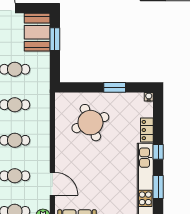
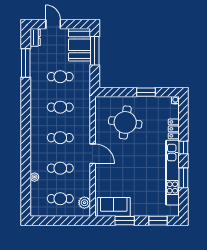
window: (55, 39) -> (95, 51), width x1.44
round table: (90, 123) -> (125, 122), turned 30
door: (52, 184) -> (93, 154), moved

